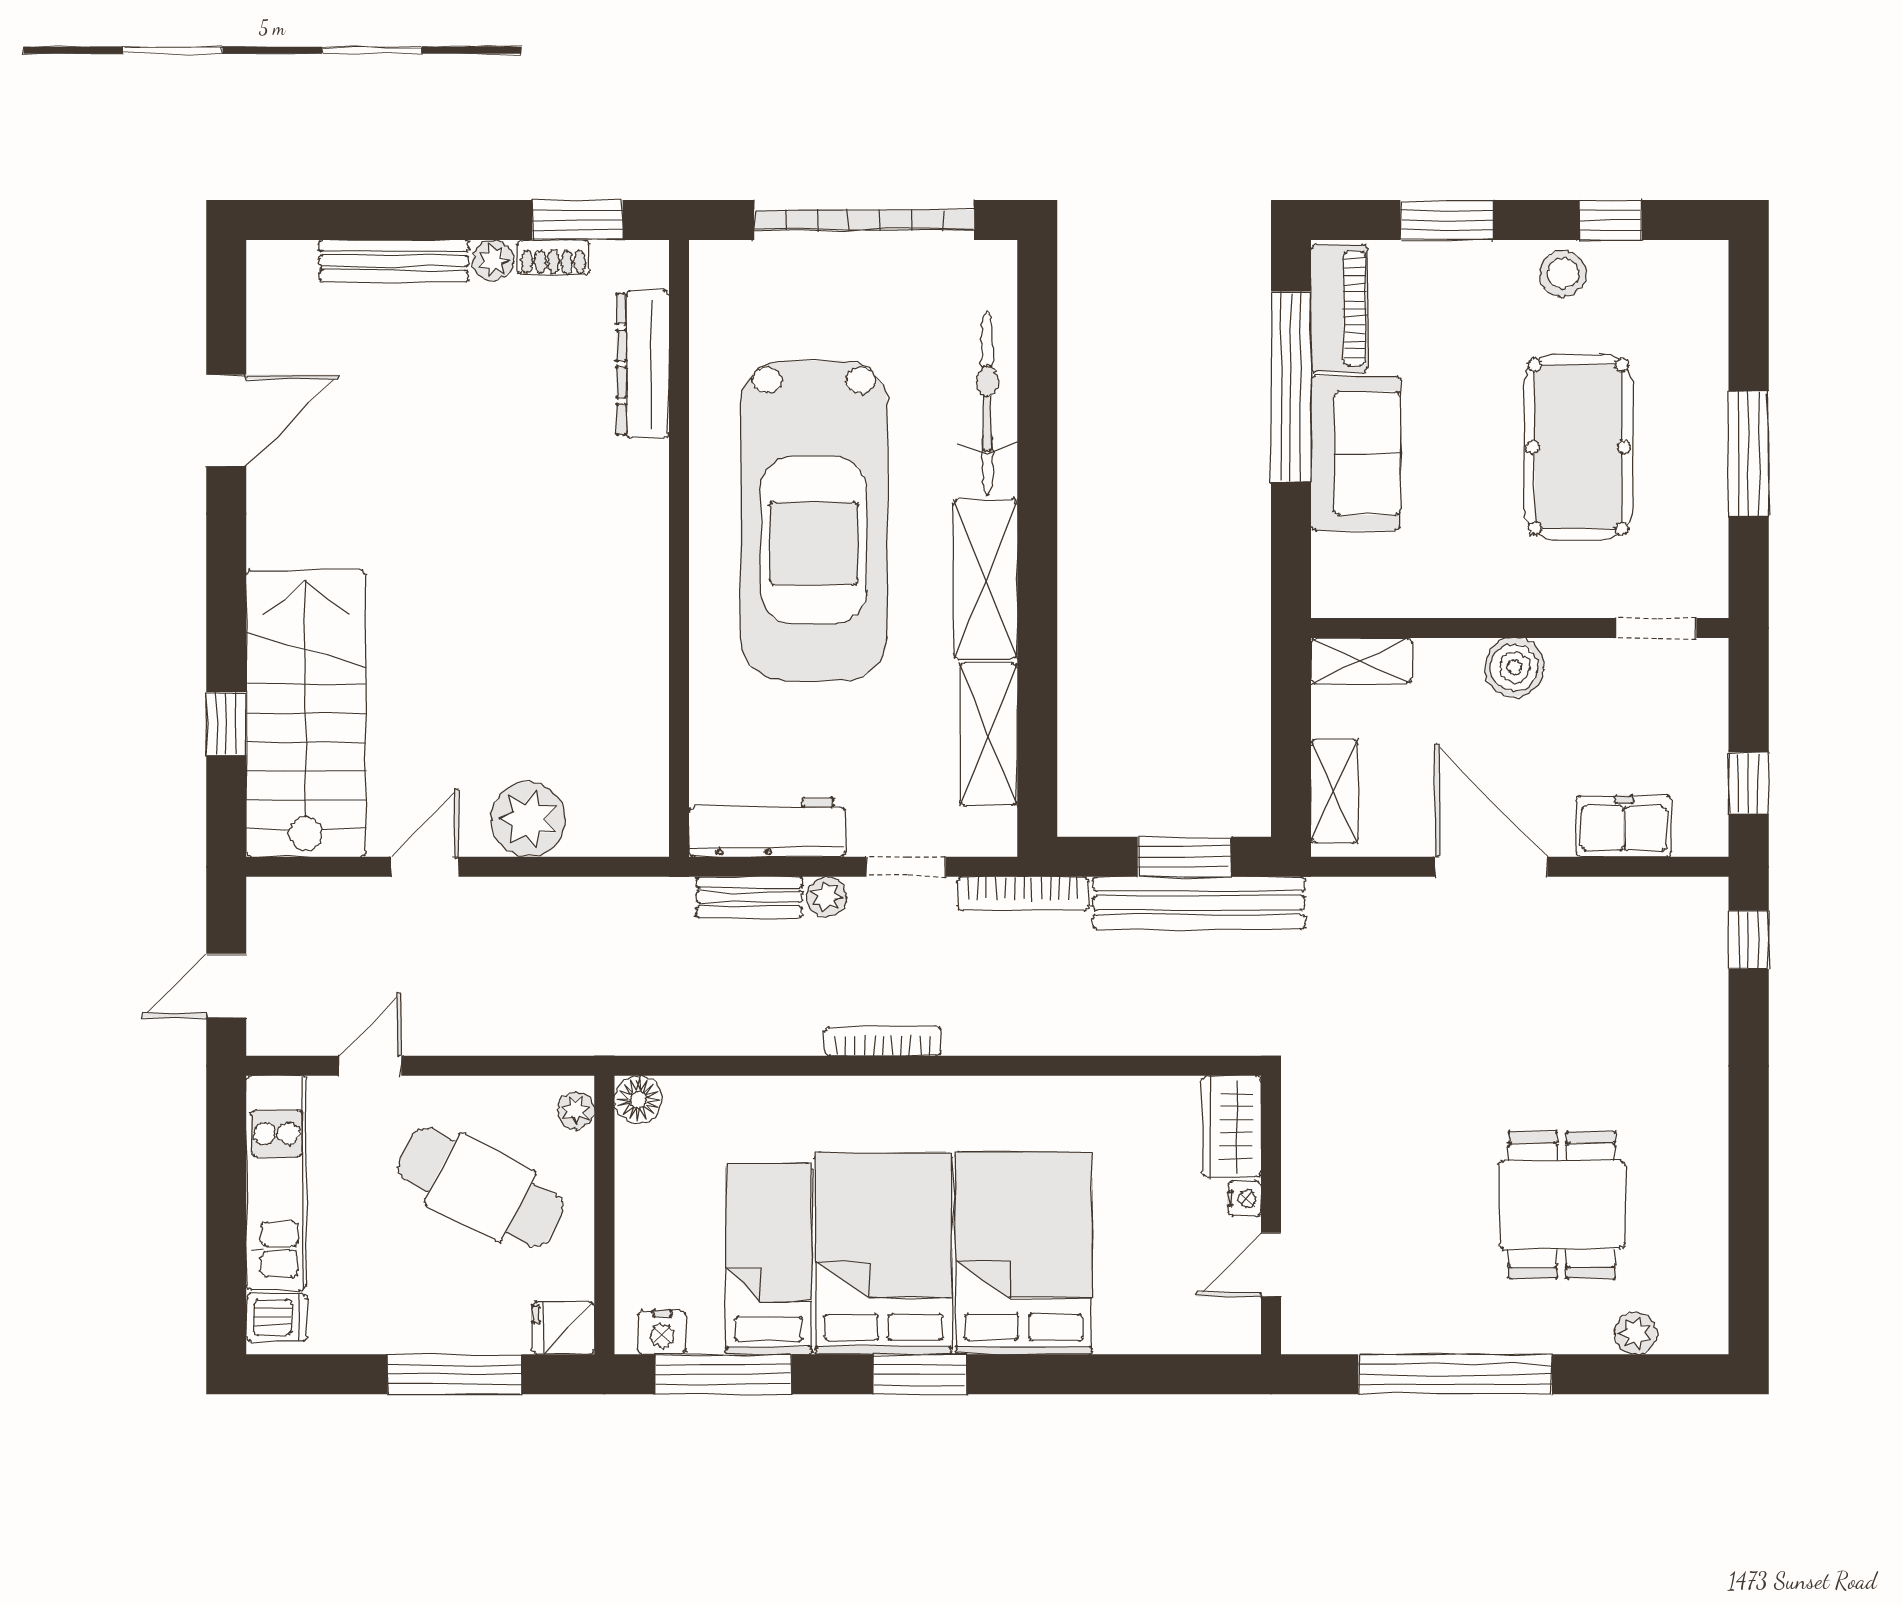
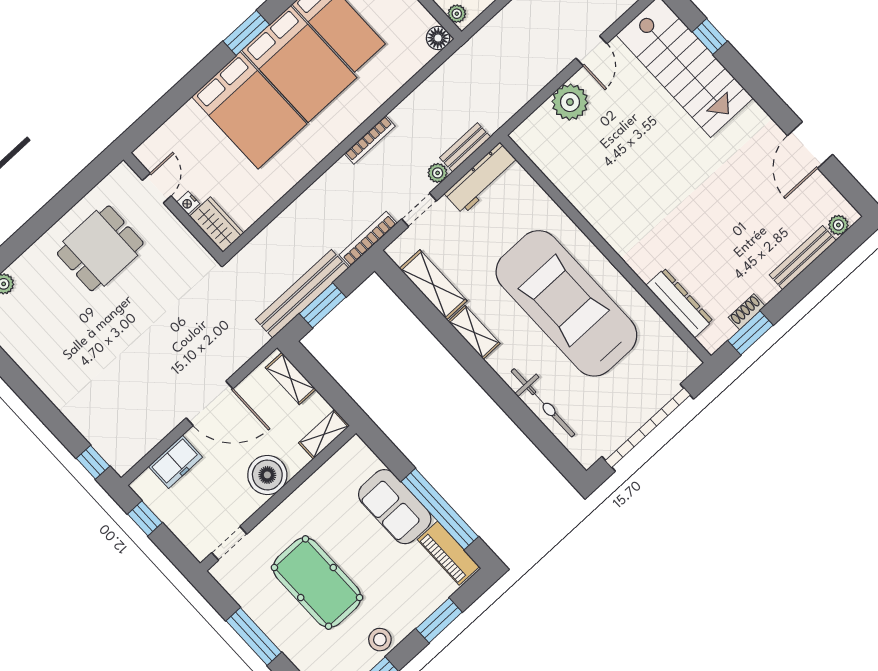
plant: (493, 260) -> (838, 225), moved
shelving: (985, 579) -> (474, 332), width x0.67, depth x0.75
boiler: (1514, 667) -> (267, 475), width x1.37, depth x1.37
dining table: (1562, 1205) -> (100, 248), moved, turned 90
window: (1455, 1374) -> (55, 210), removed

